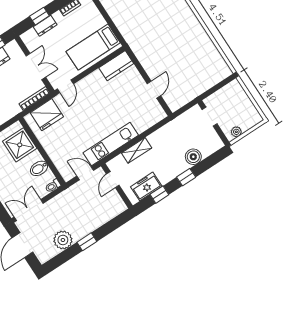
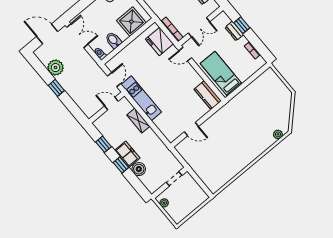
freezer: (146, 186) -> (127, 154), moved

